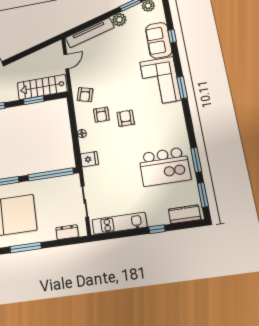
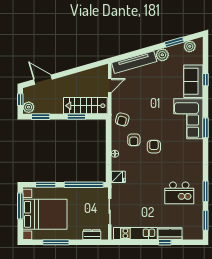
kitchen island: (165, 167) -> (179, 193), width x0.73, depth x0.78
kitchen counter: (185, 214) -> (170, 234), moved

